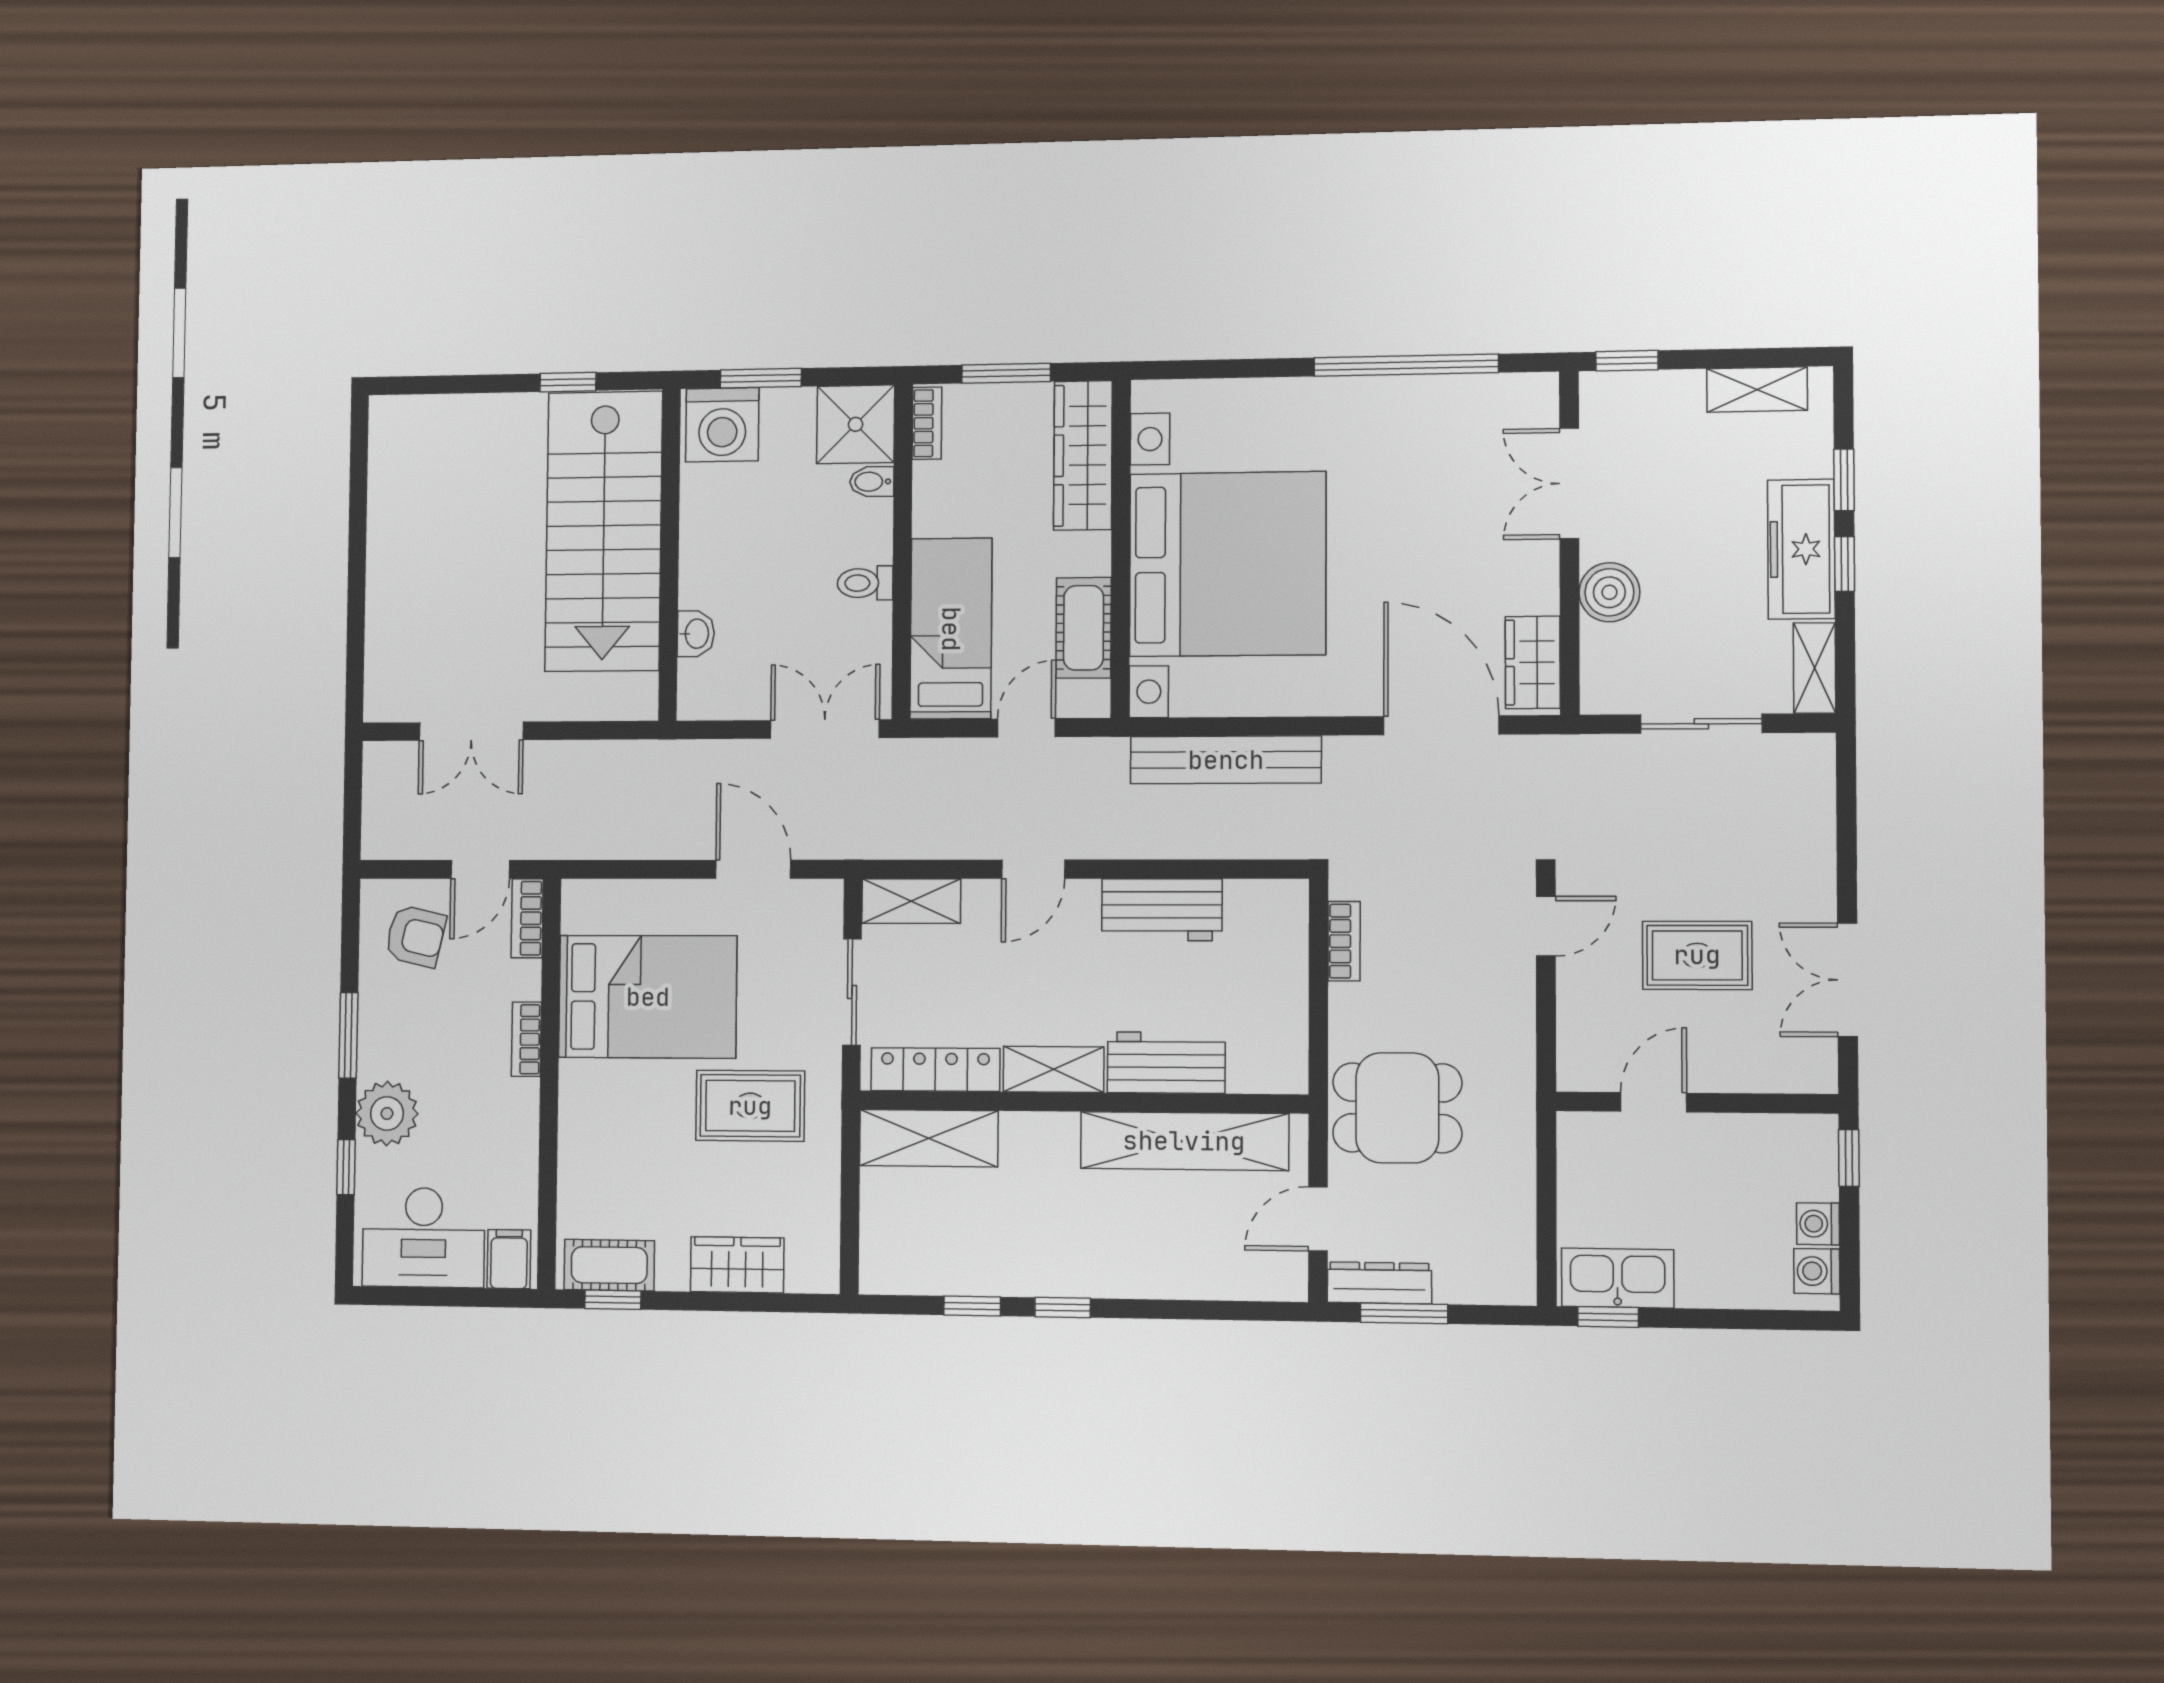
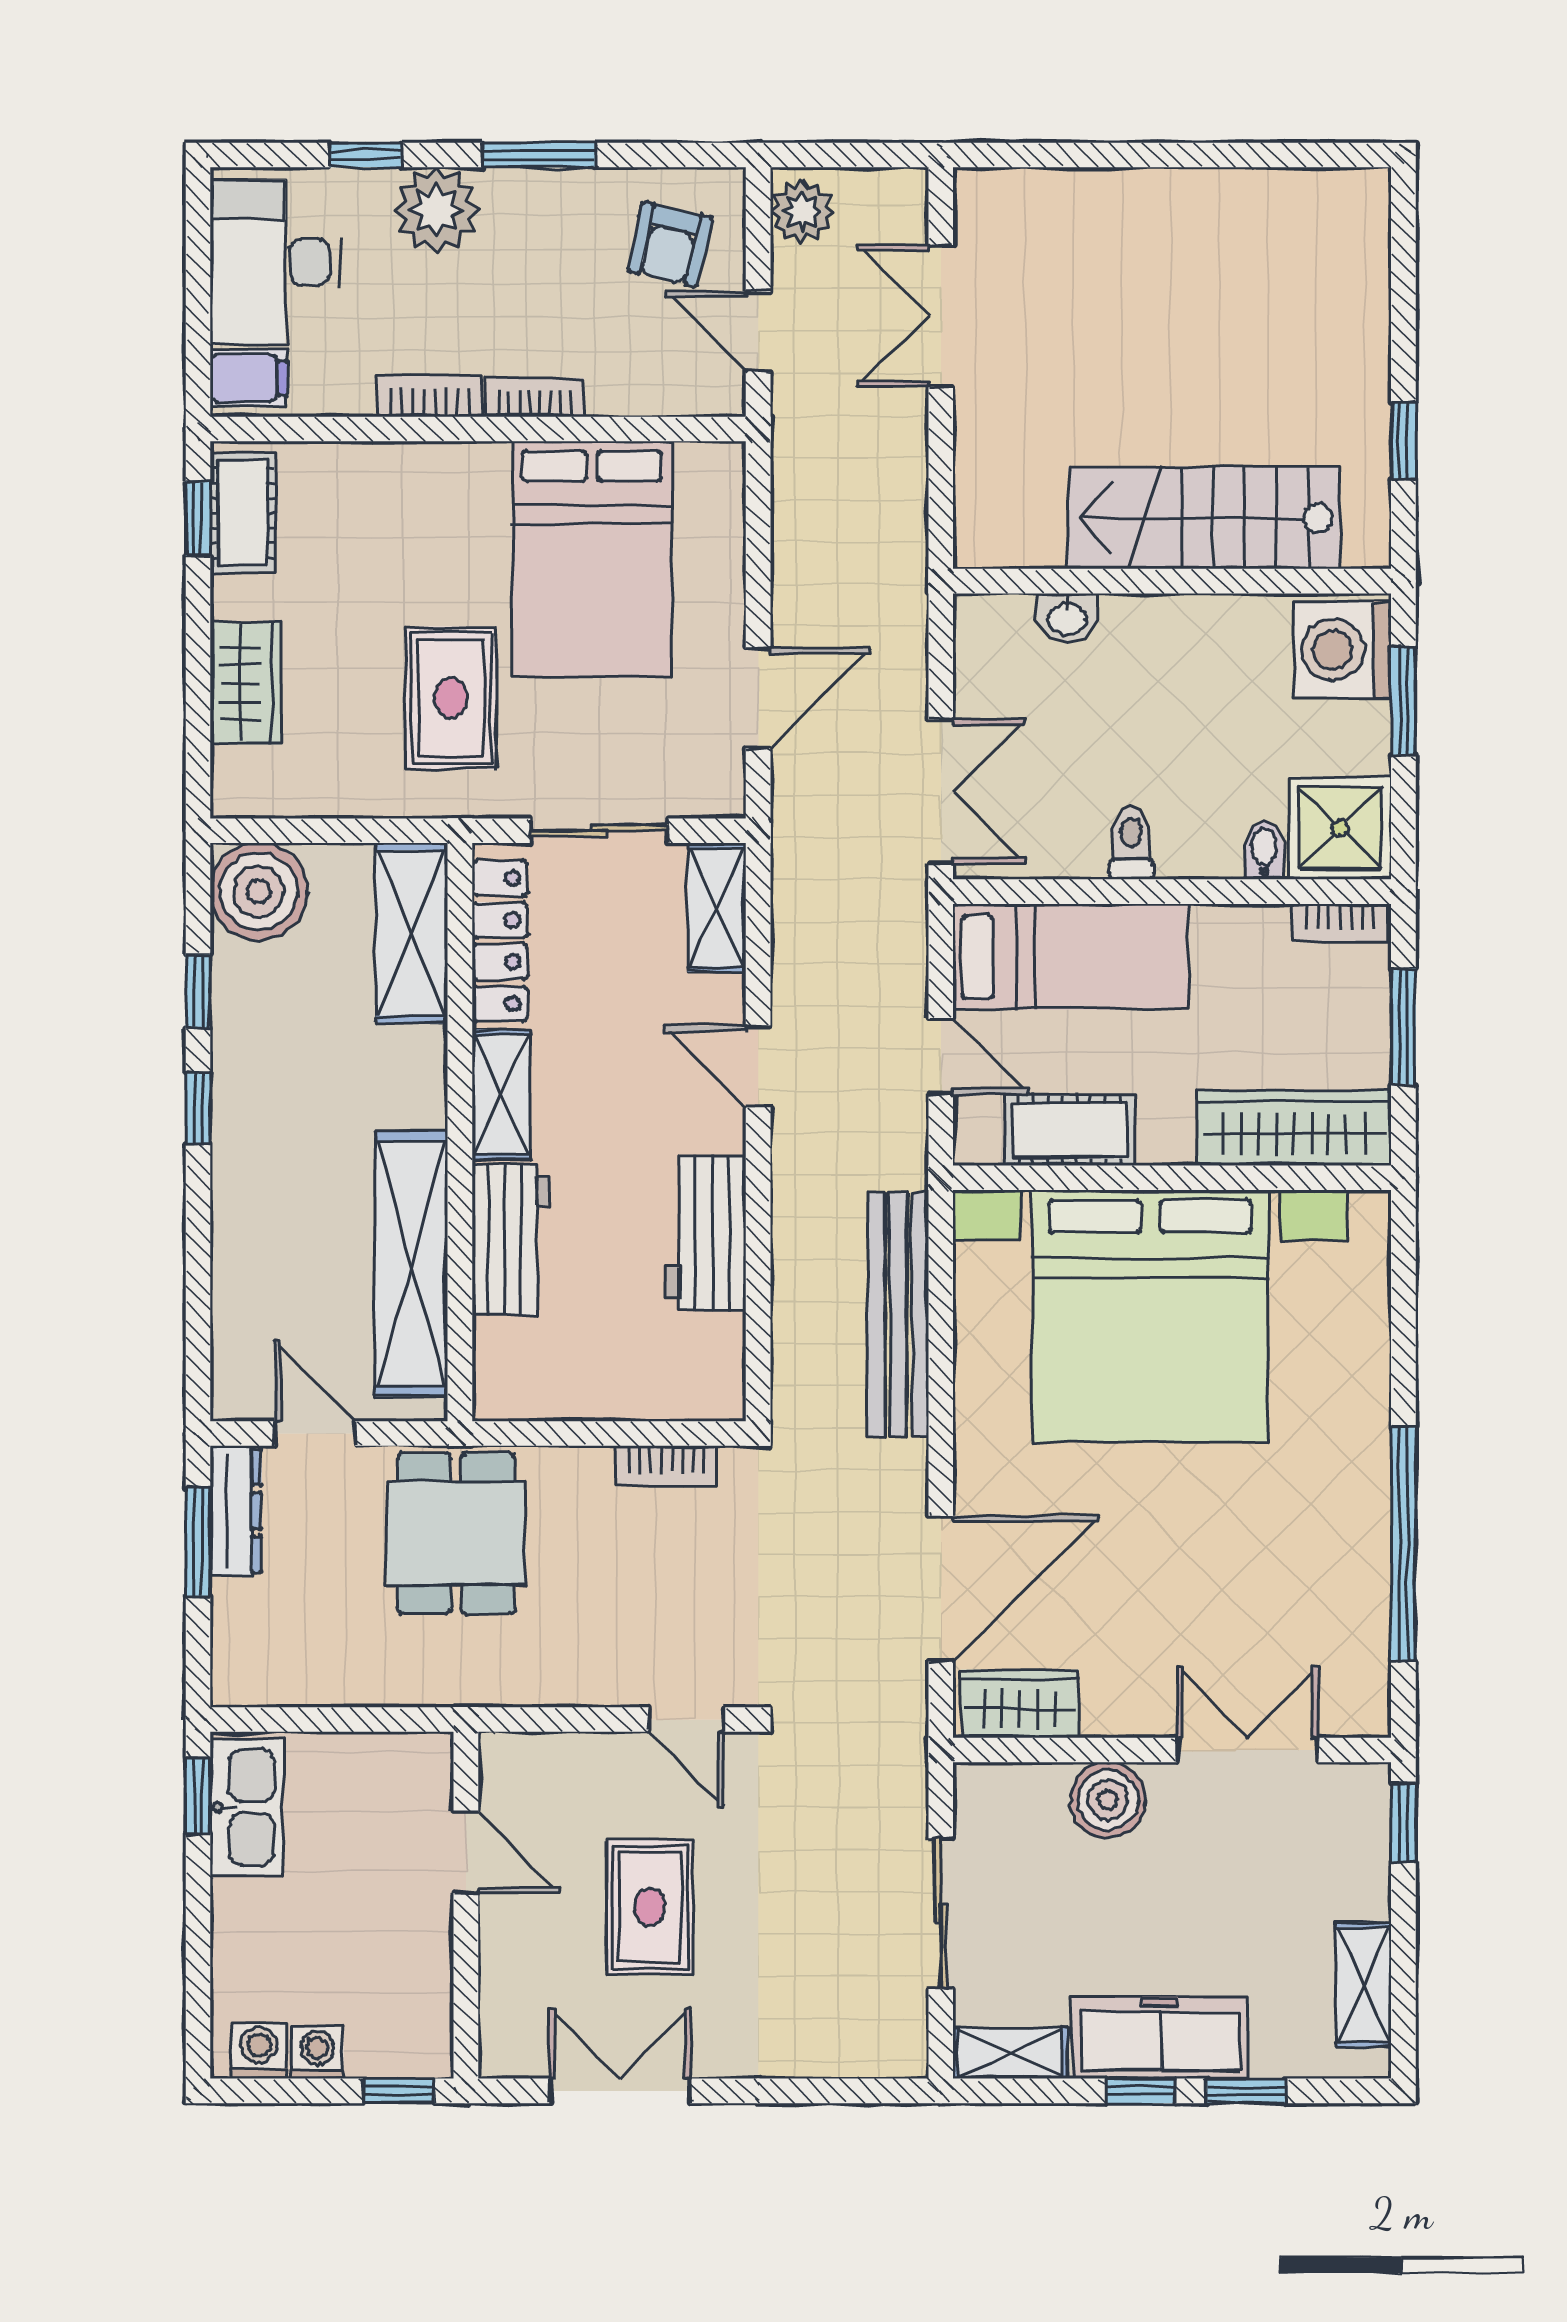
stairs: (604, 531) -> (1204, 518), width x0.73, depth x0.66
plant: (393, 836) -> (802, 211), added
bookcase: (527, 918) -> (430, 396), moved
boiler: (896, 1257) -> (259, 891), added

